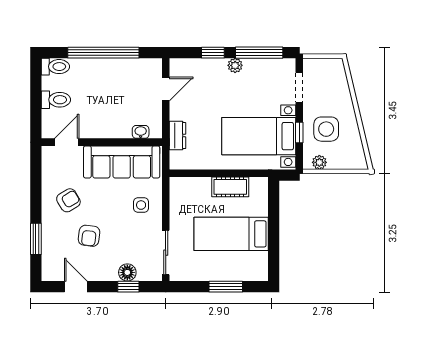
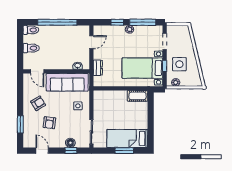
door: (67, 142) -> (37, 71), swing flipped
cot: (230, 187) -> (137, 96), moved
bed: (231, 234) -> (127, 138), moved

